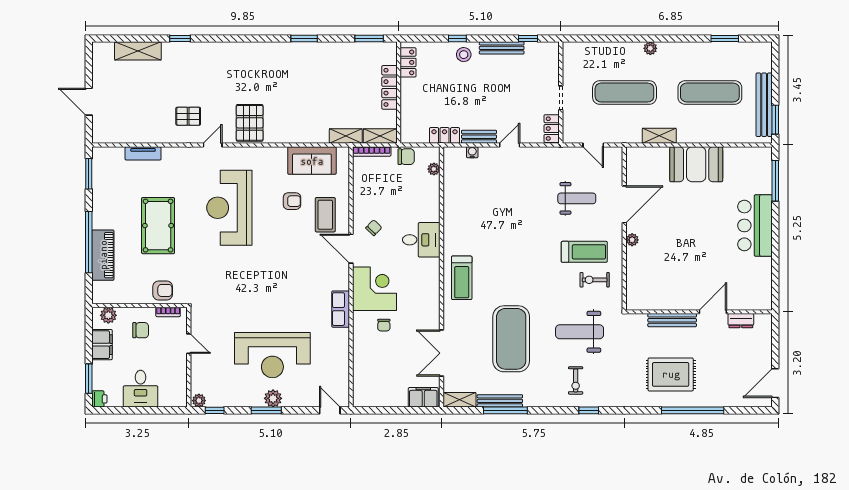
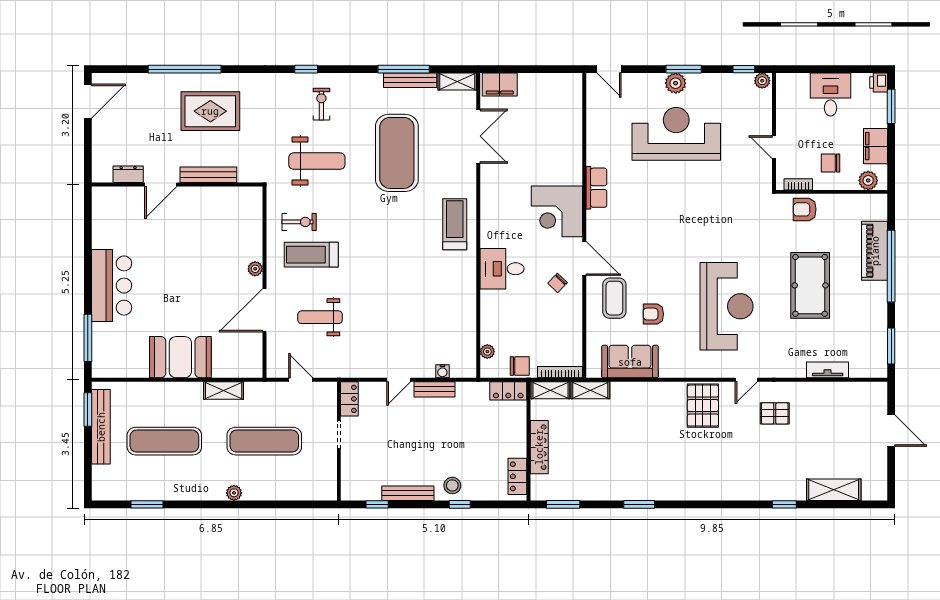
locker: (445, 135) -> (508, 391), moved
chair: (406, 157) -> (520, 366), turned 180
chair: (384, 325) -> (546, 169), removed

